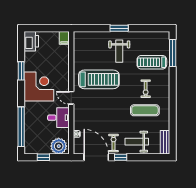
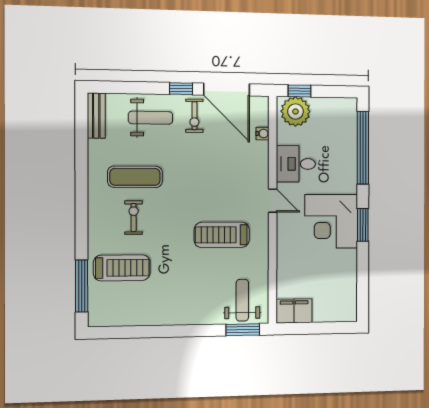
window: (119, 28) -> (243, 330), moved
filing cabinet: (64, 38) -> (294, 311), width x2.00
printer: (31, 41) -> (345, 304), removed
weight bench: (119, 51) -> (242, 300), moved
window: (21, 71) -> (363, 225), moved
treadmill: (99, 79) -> (222, 235), width x0.73, depth x0.73
window: (43, 157) -> (300, 91), moved

